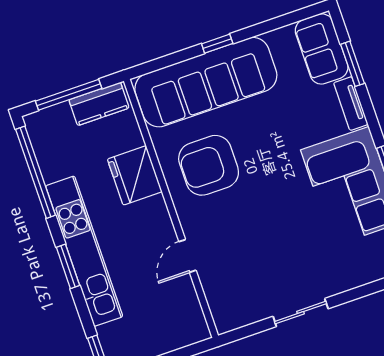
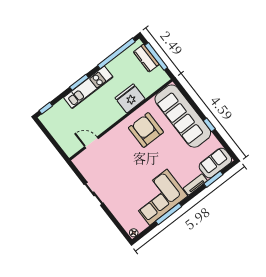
window: (217, 44) -> (209, 125), moved
kitchen counter: (99, 104) -> (146, 58), moved
kitchen unit: (84, 251) -> (88, 87), width x0.73
door: (187, 256) -> (91, 143), moved

